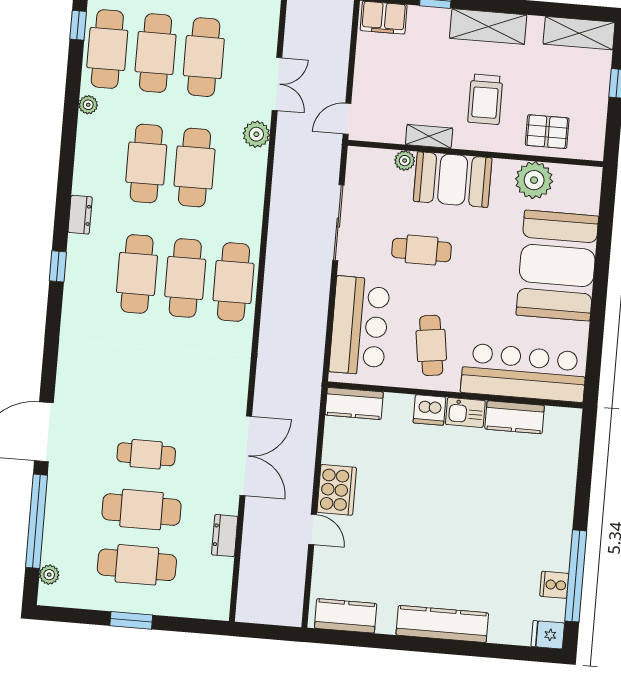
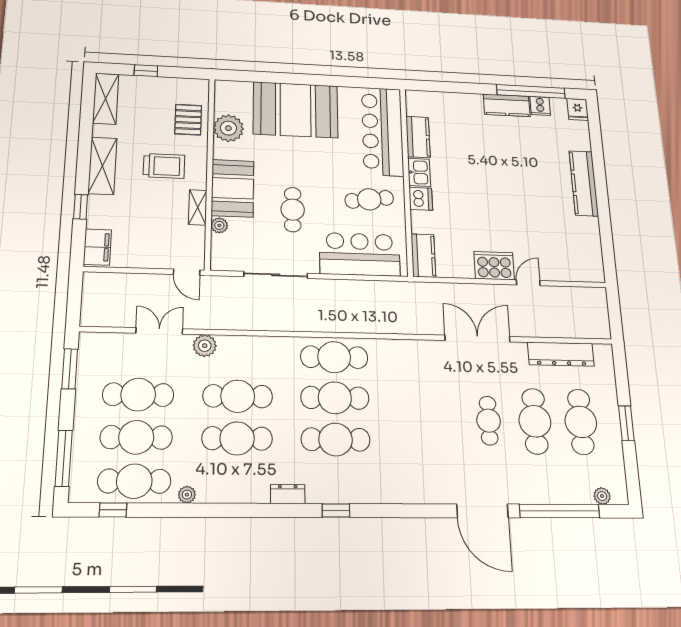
dresser: (225, 536) -> (561, 354), width x1.96, depth x1.24
kitchen counter: (346, 616) -> (507, 105), moved, turned -90

